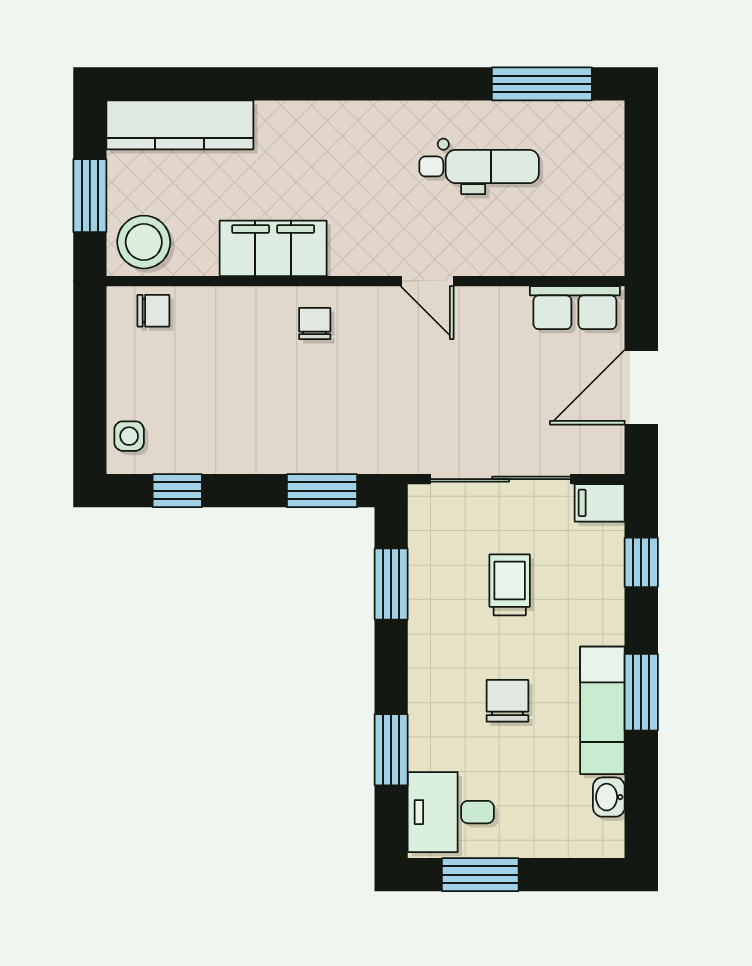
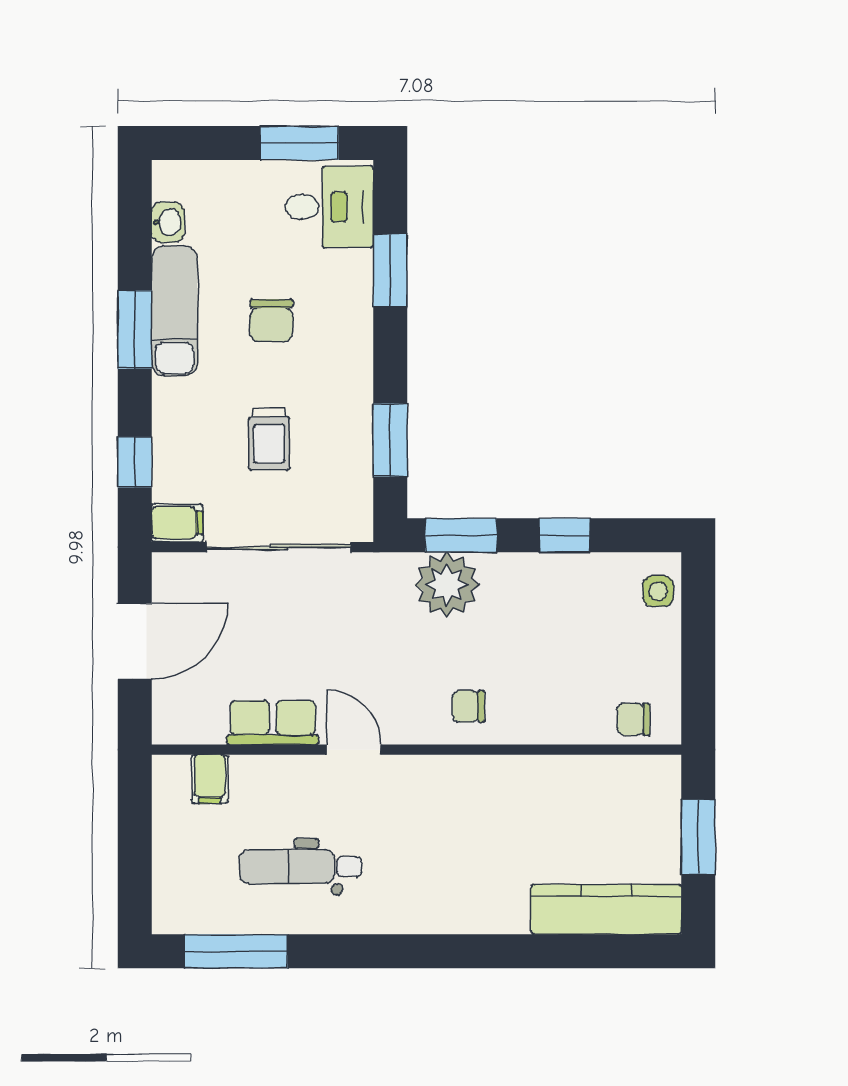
stool: (144, 242) -> (643, 789), removed
filing cabinet: (273, 248) -> (210, 779), moved, width x0.33, depth x0.86
row of seats: (575, 308) -> (273, 723), moved
chair: (315, 323) -> (468, 706), turned 90
plant: (336, 443) -> (447, 585), added
window: (177, 491) -> (564, 535), moved

